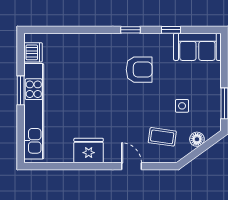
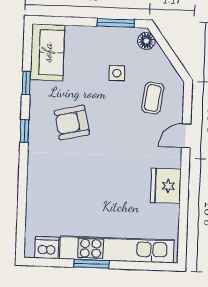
armchair: (139, 70) -> (72, 123), turned -103
floor lamp: (197, 139) -> (146, 41), moved

